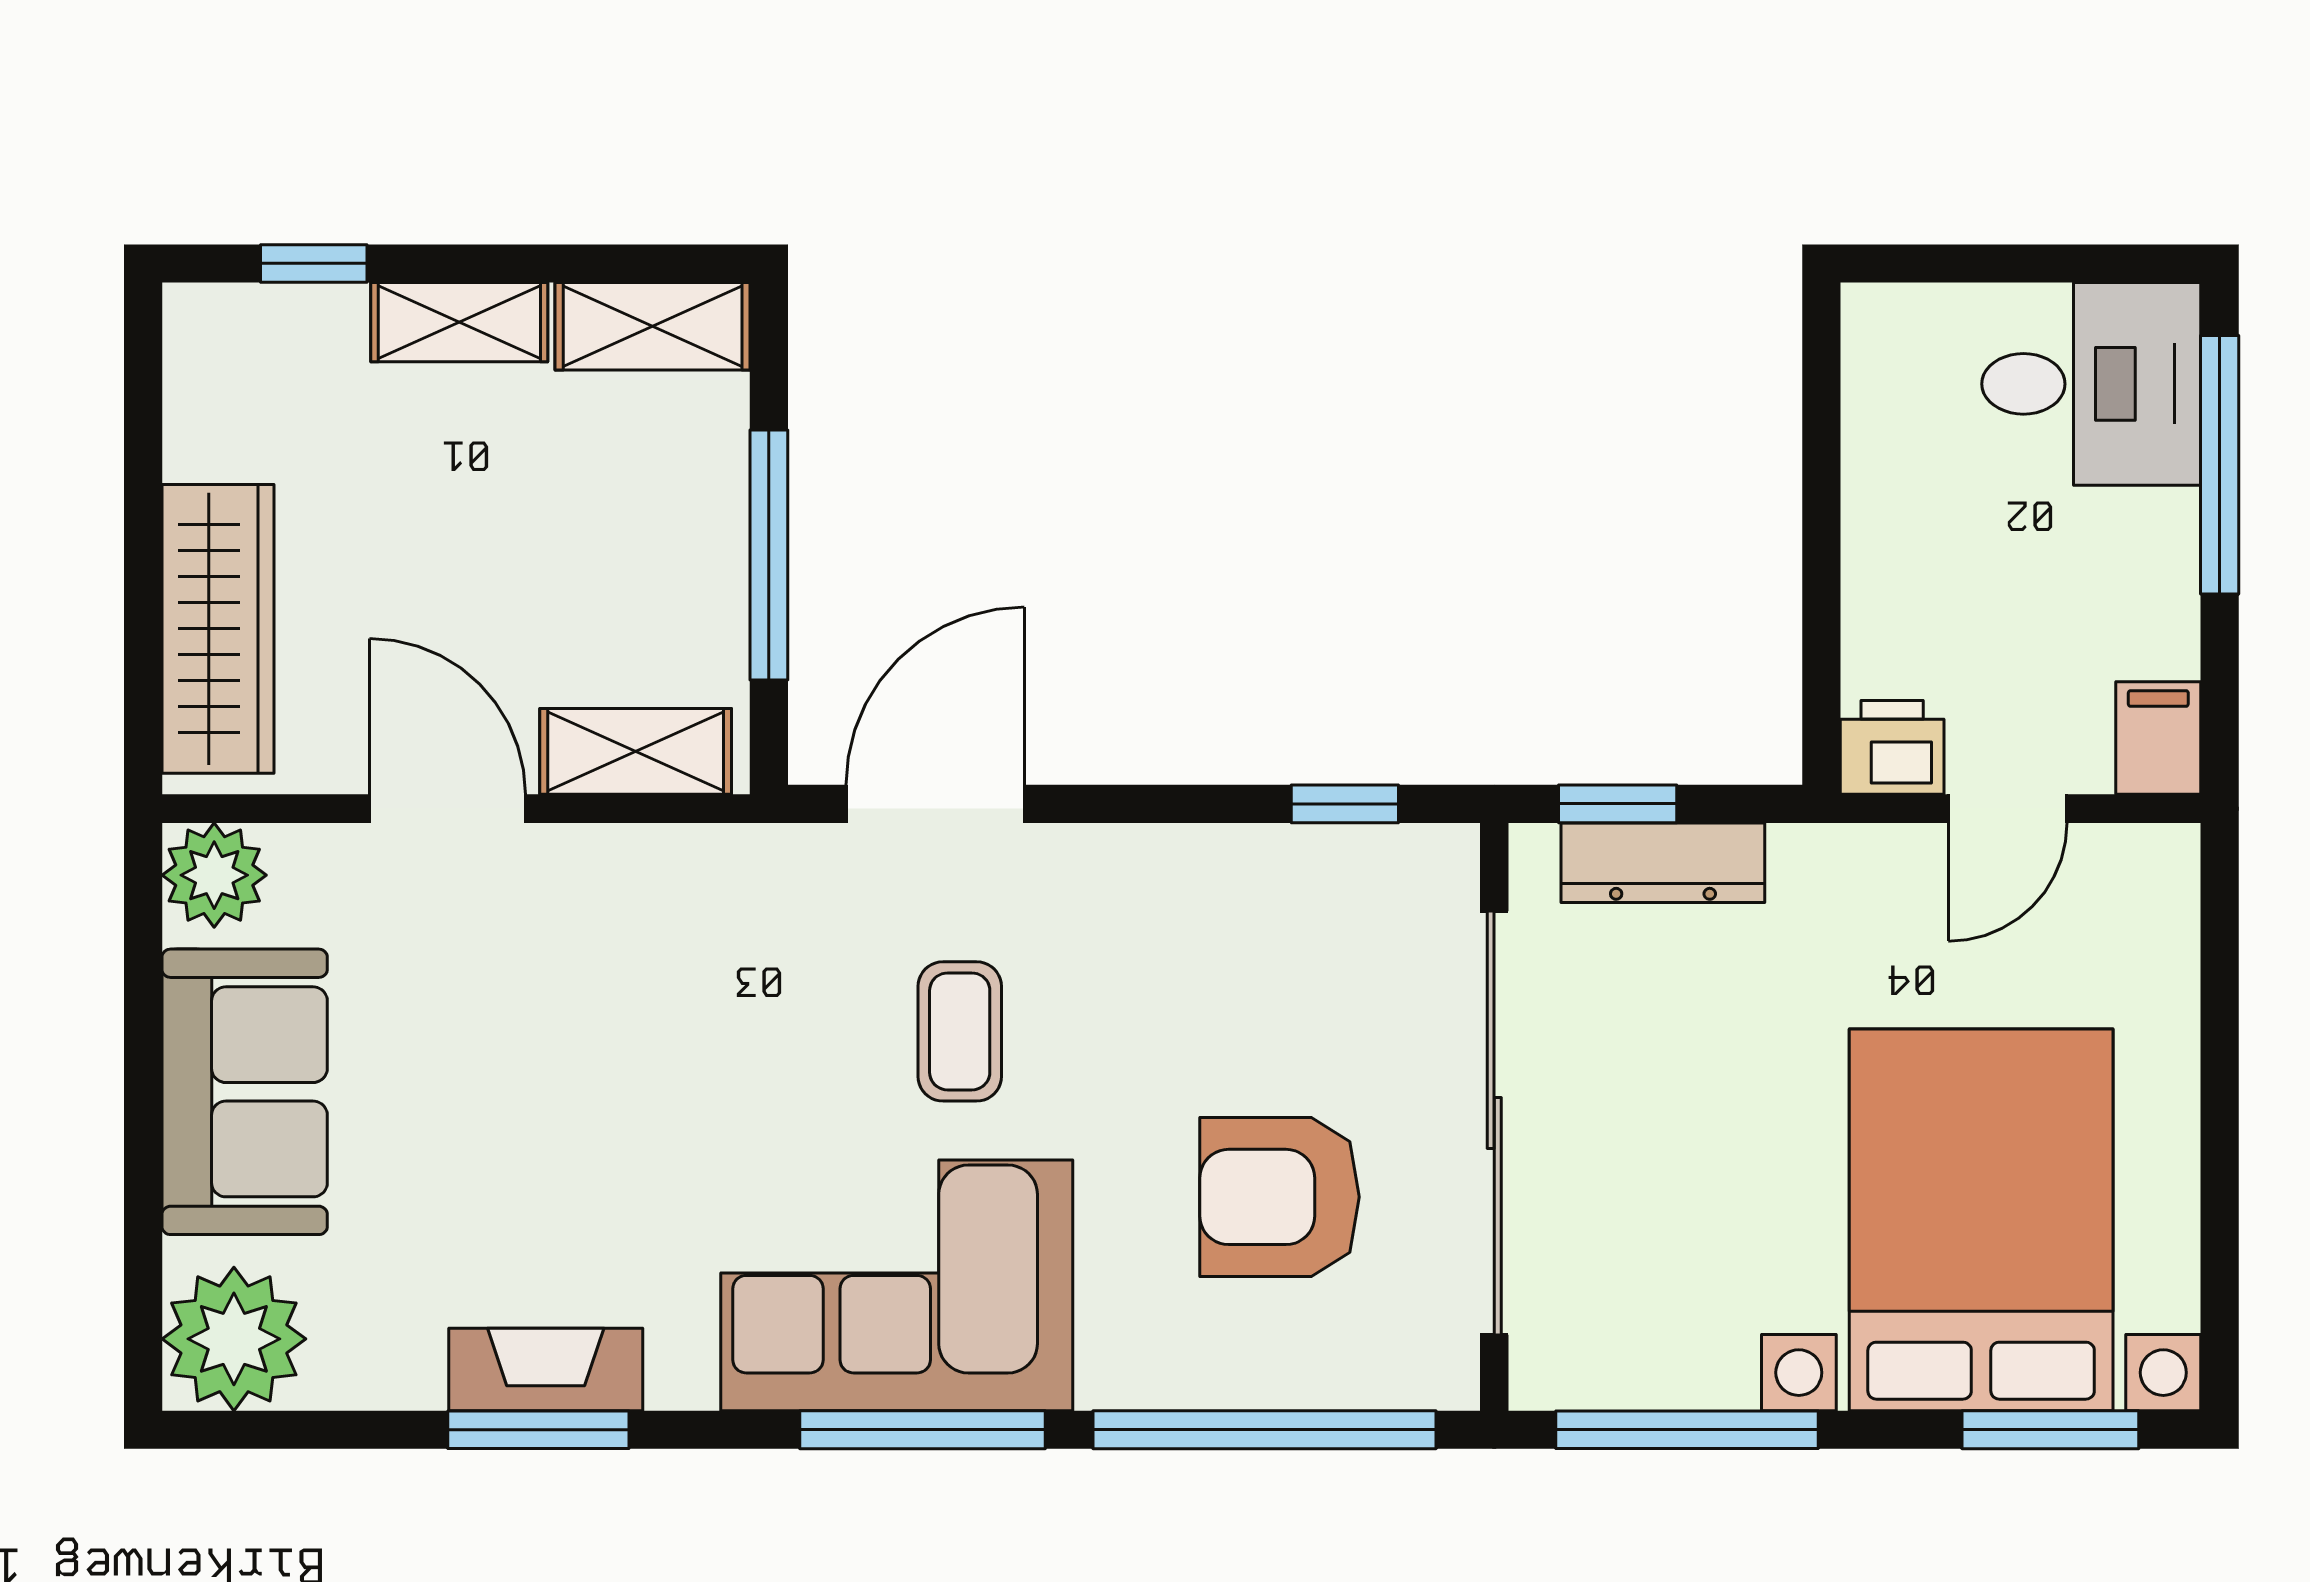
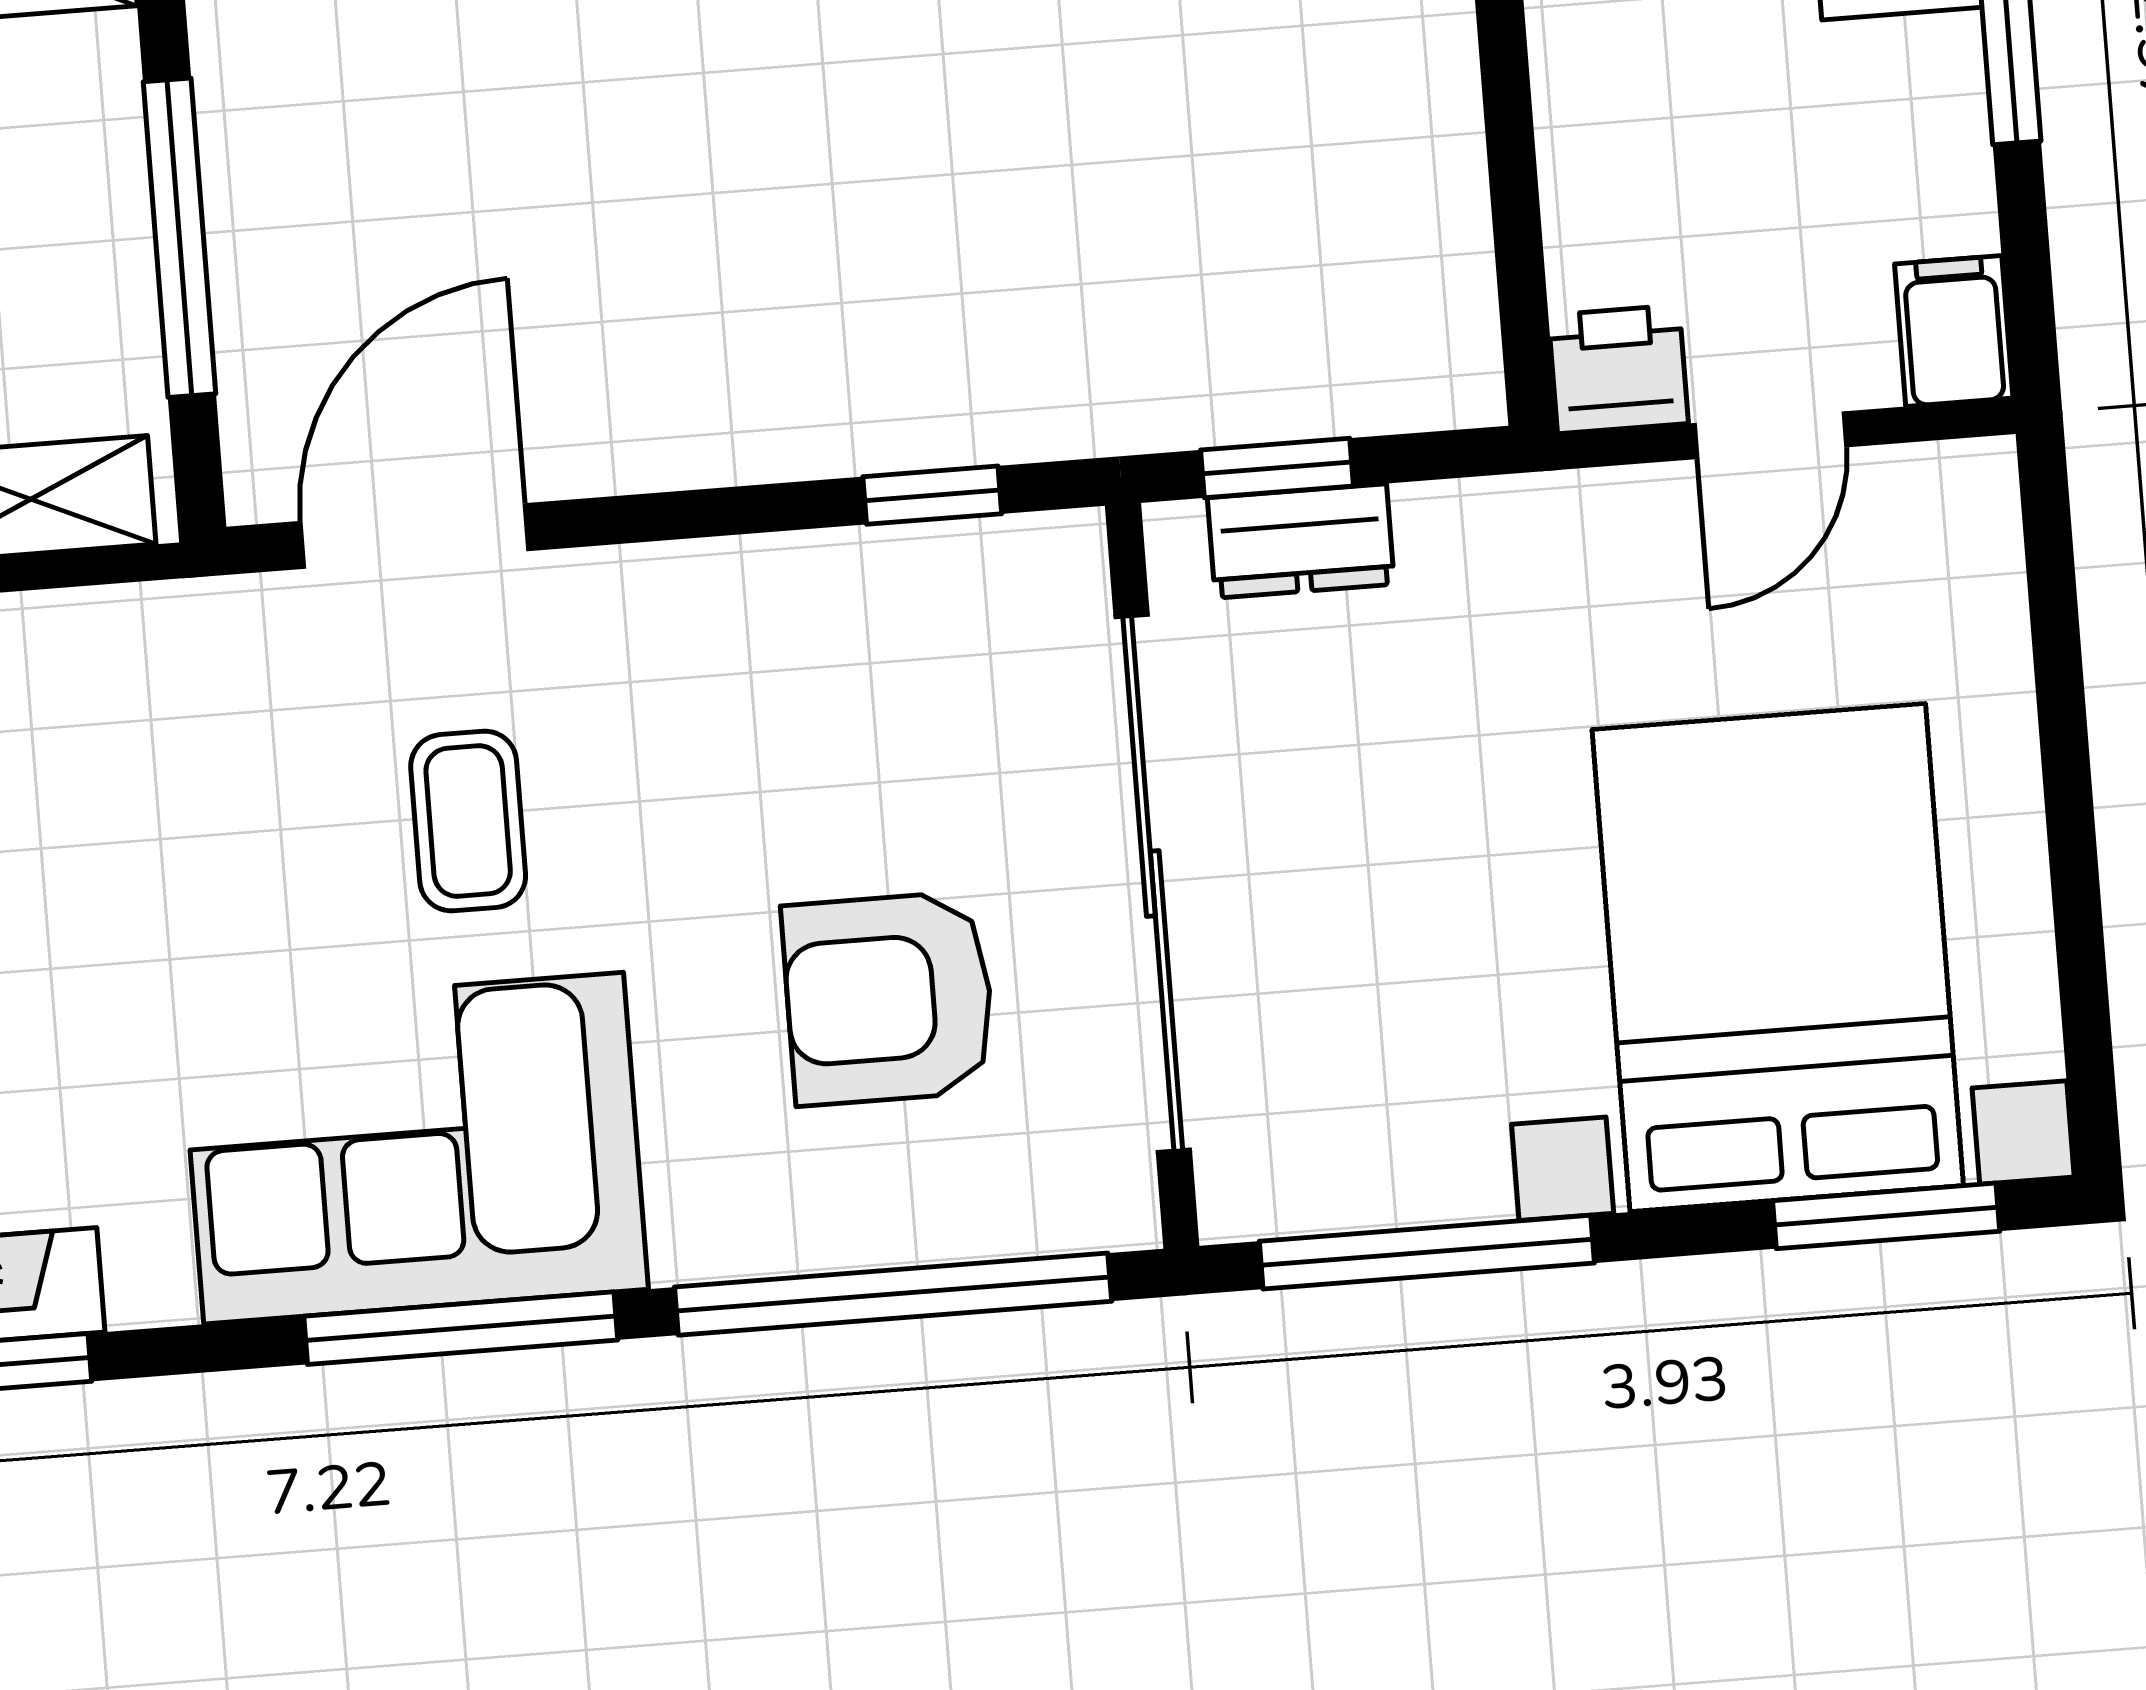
dresser: (1663, 863) -> (1301, 541), width x0.70

